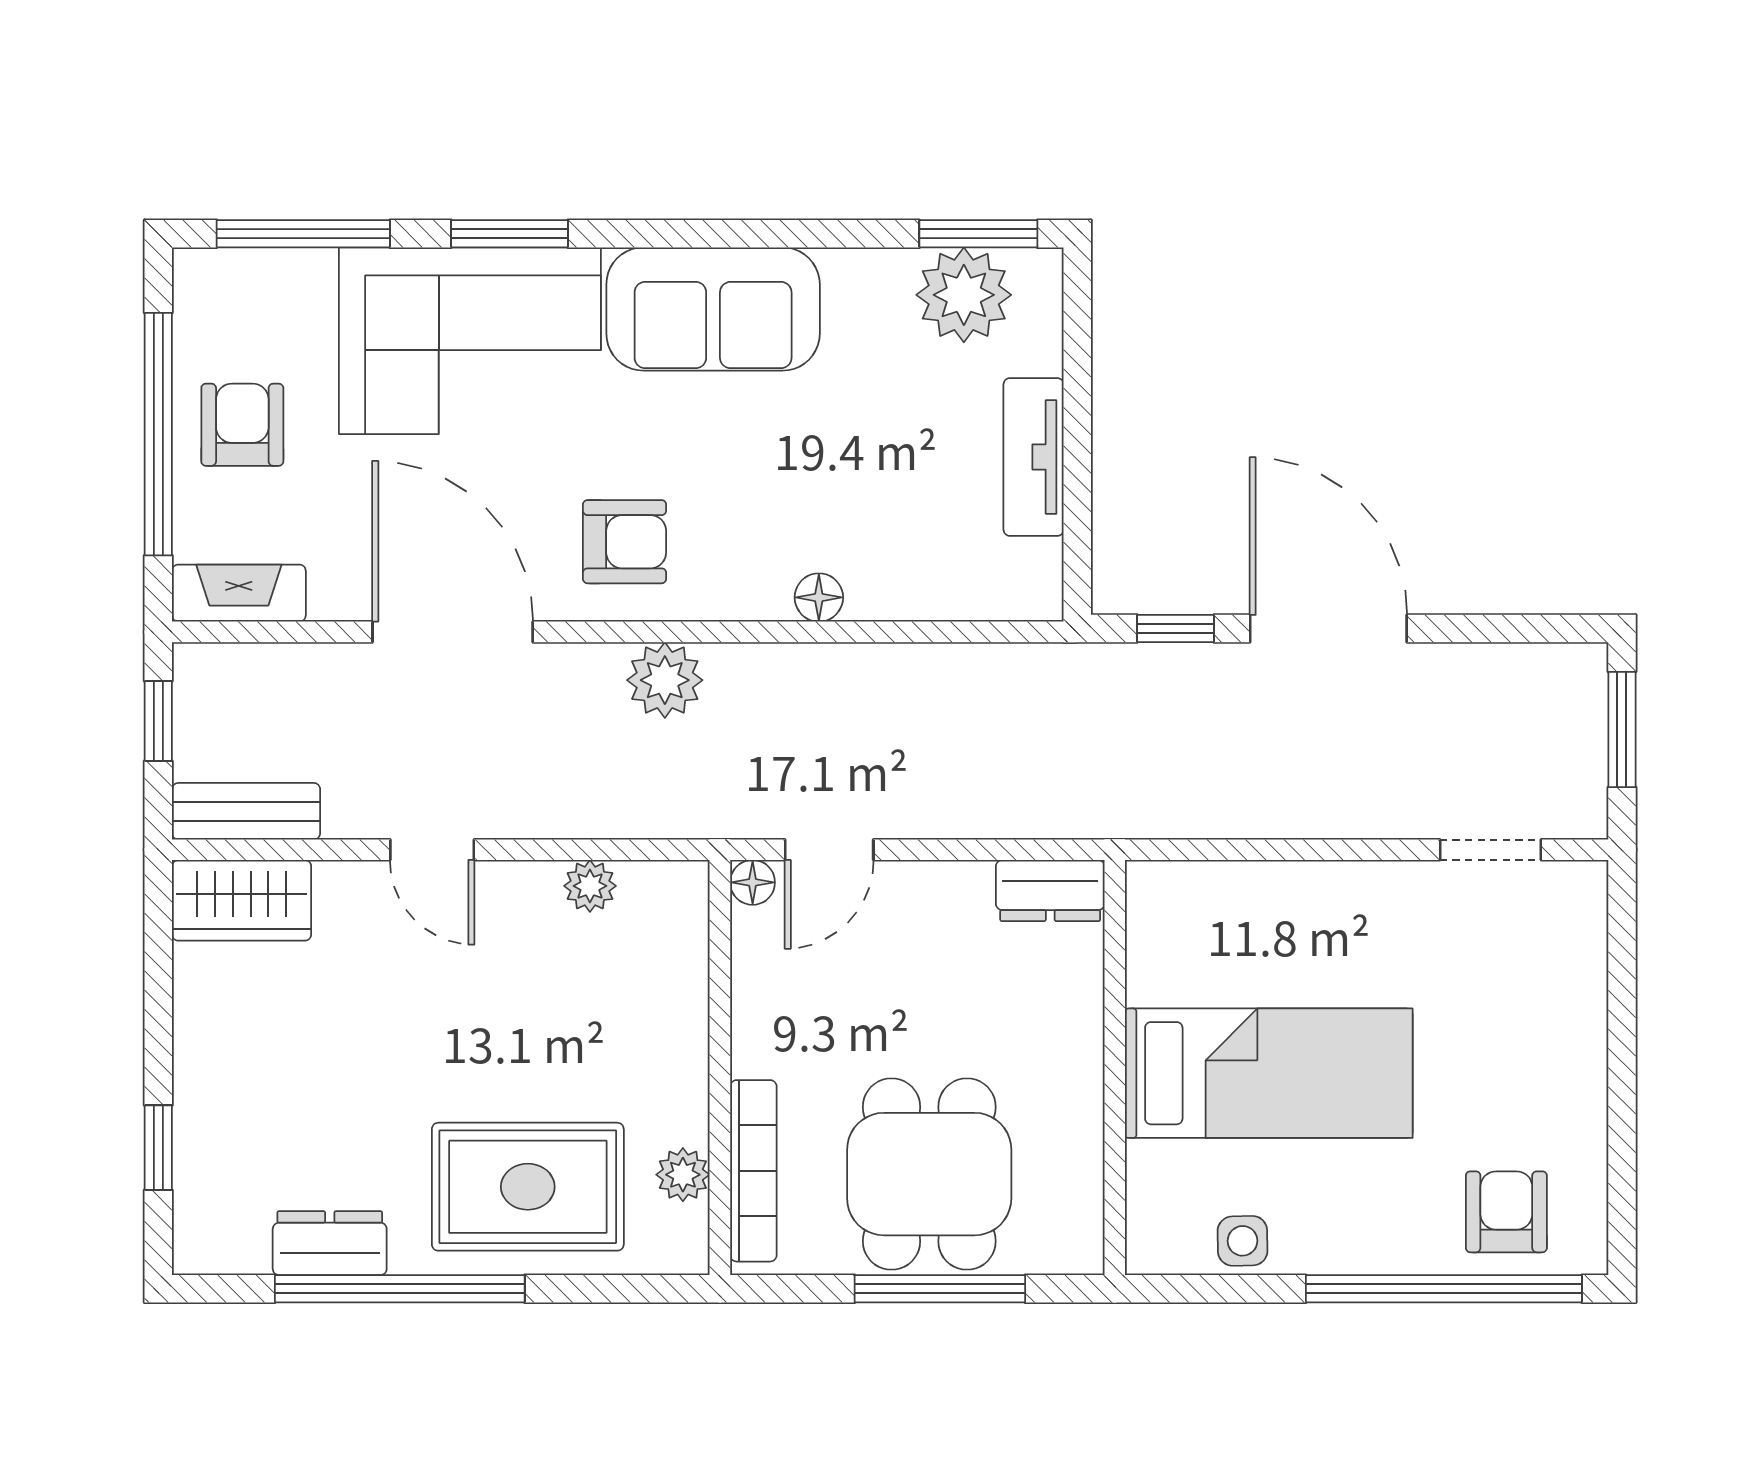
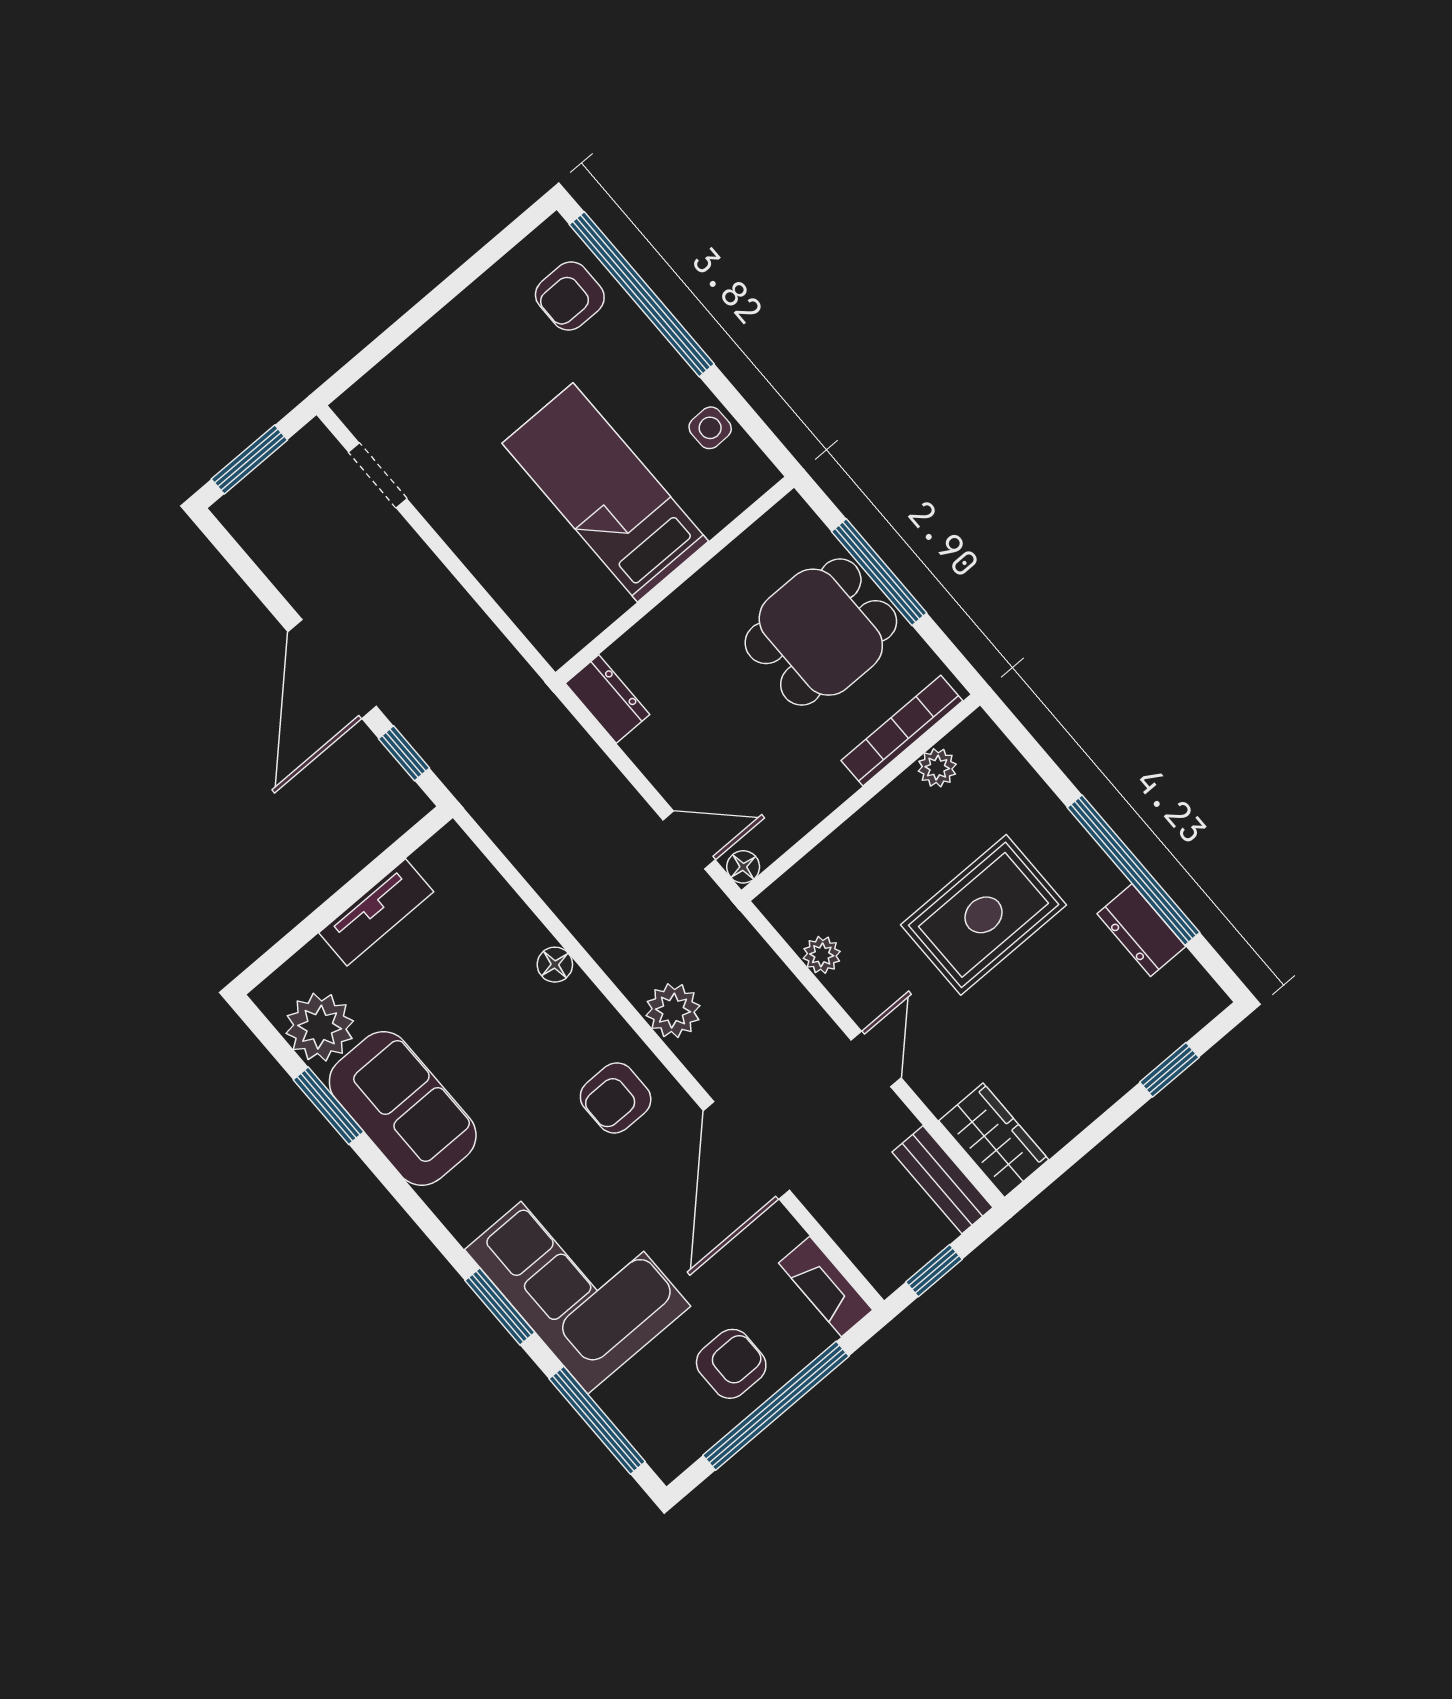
window: (978, 234) -> (328, 1106), moved
sofa: (713, 309) -> (403, 1109), moved
armchair: (242, 425) -> (731, 1364), turned 180
armchair: (625, 542) -> (616, 1098), turned -90
rug: (528, 1187) -> (984, 915), moved, turned 90

